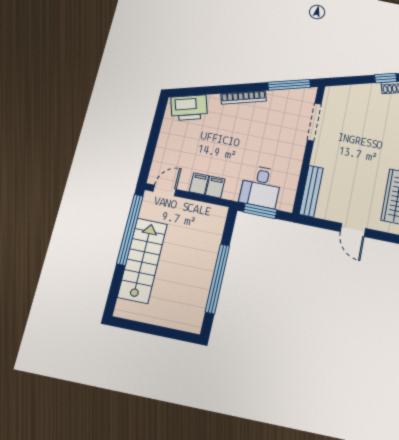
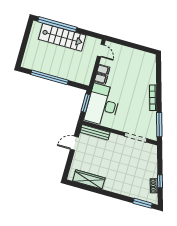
printer: (189, 108) -> (149, 66), removed
desk: (261, 187) -> (103, 105), width x1.87, depth x1.30
window: (130, 230) -> (57, 24), moved
door: (353, 230) -> (74, 143), moved

